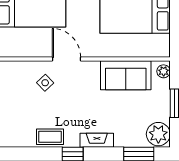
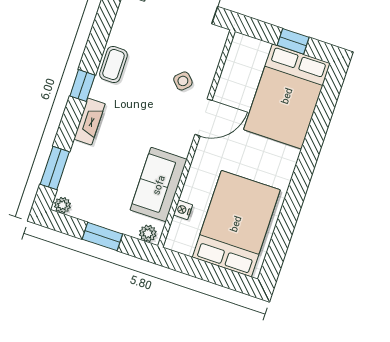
nightstand: (138, 52) -> (183, 210), added
plant: (158, 134) -> (62, 205), width x0.53, depth x0.53

